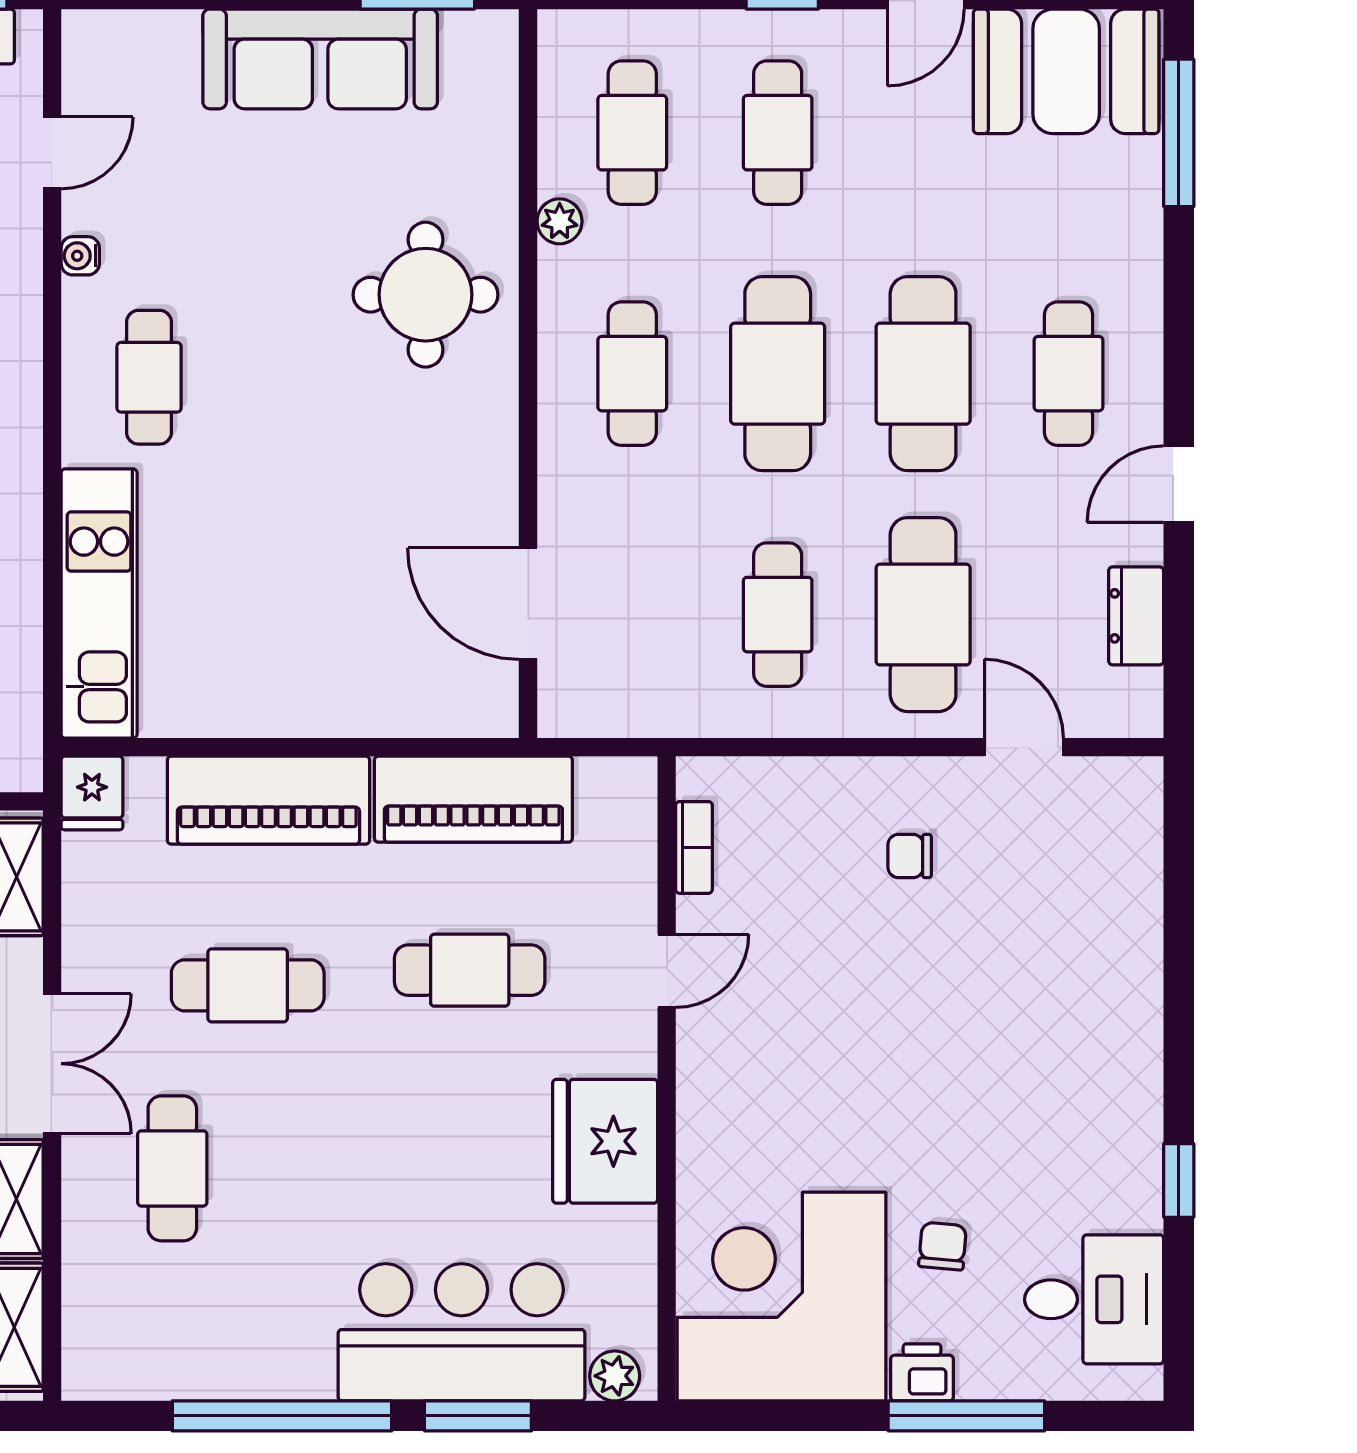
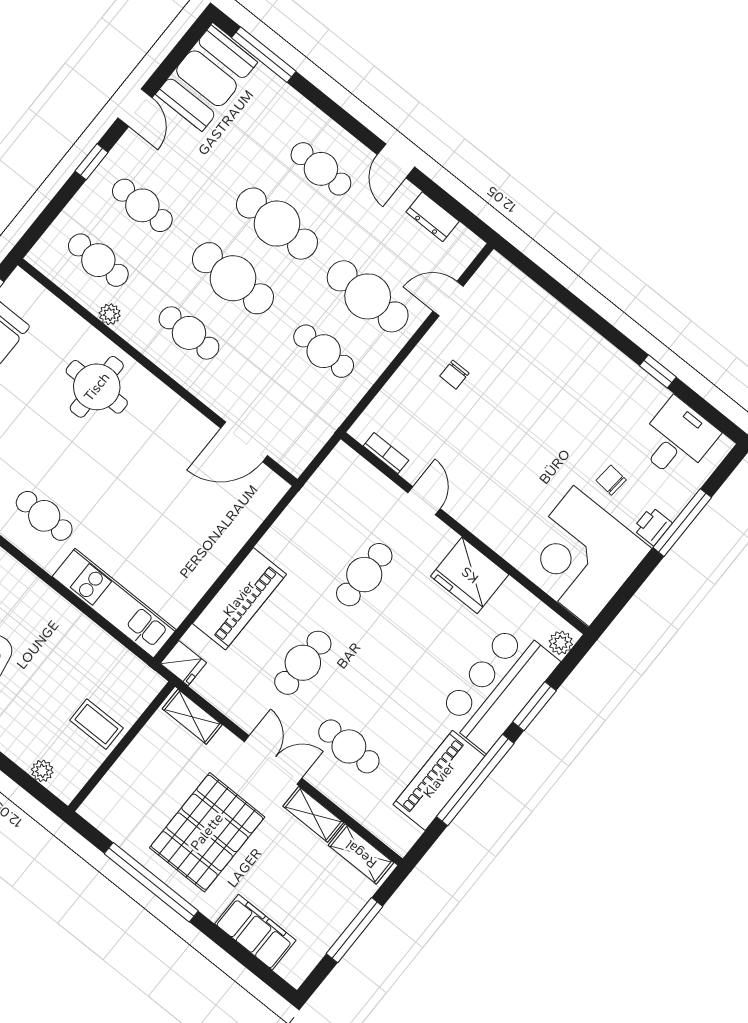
piano: (473, 799) -> (439, 780), moved, turned 180

